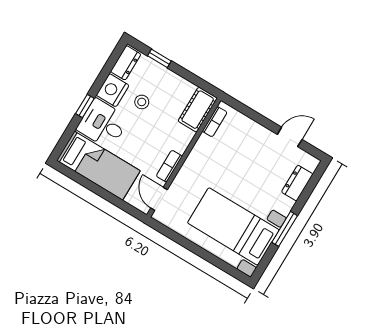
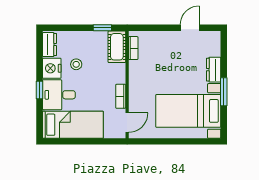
window: (159, 58) -> (102, 28), moved
dresser: (297, 183) -> (214, 70), moved
door: (159, 199) -> (127, 123), swing flipped

